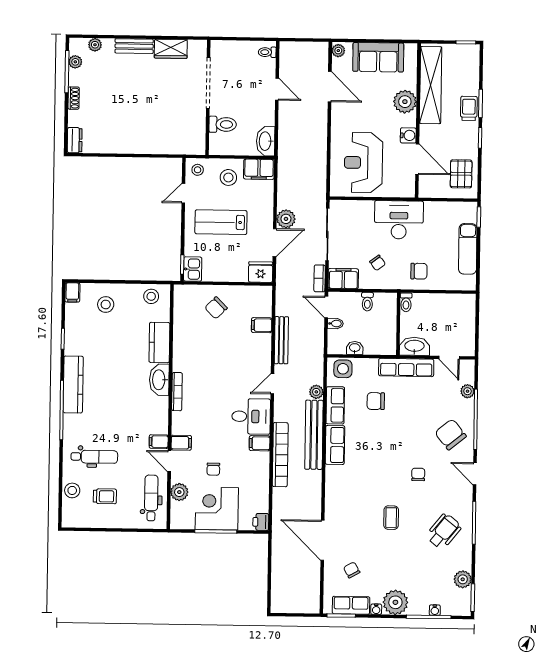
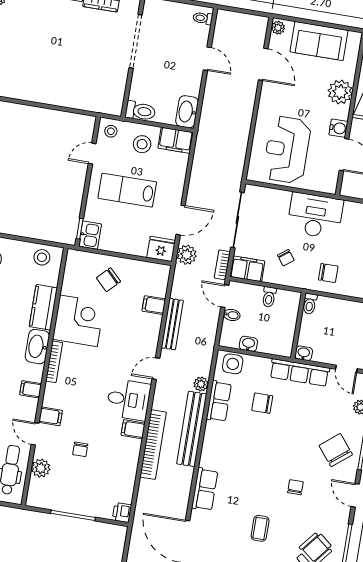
toilet: (223, 124) -> (140, 111), moved
plant: (286, 219) -> (187, 255), moved
washbasin: (414, 346) -> (304, 353), width x0.52, depth x0.69
filing cabinet: (159, 442) -> (31, 389), moved
row of seats: (335, 445) -> (205, 489), moved
corner desk: (217, 509) -> (78, 321), moved, turned 90

